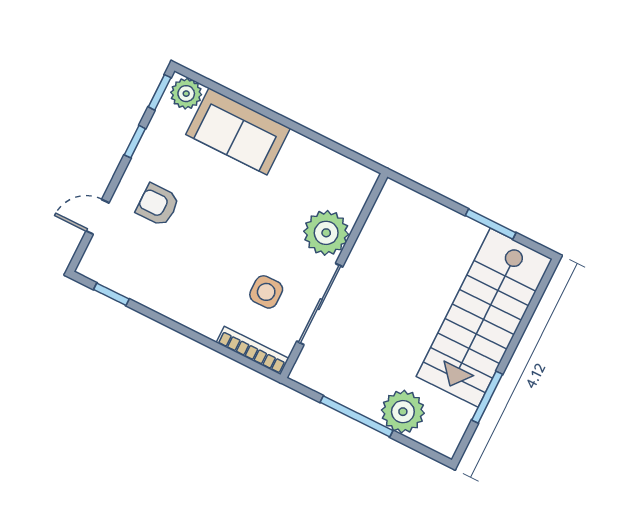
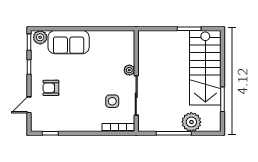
plant: (326, 233) -> (129, 70), width x0.53, depth x0.53

